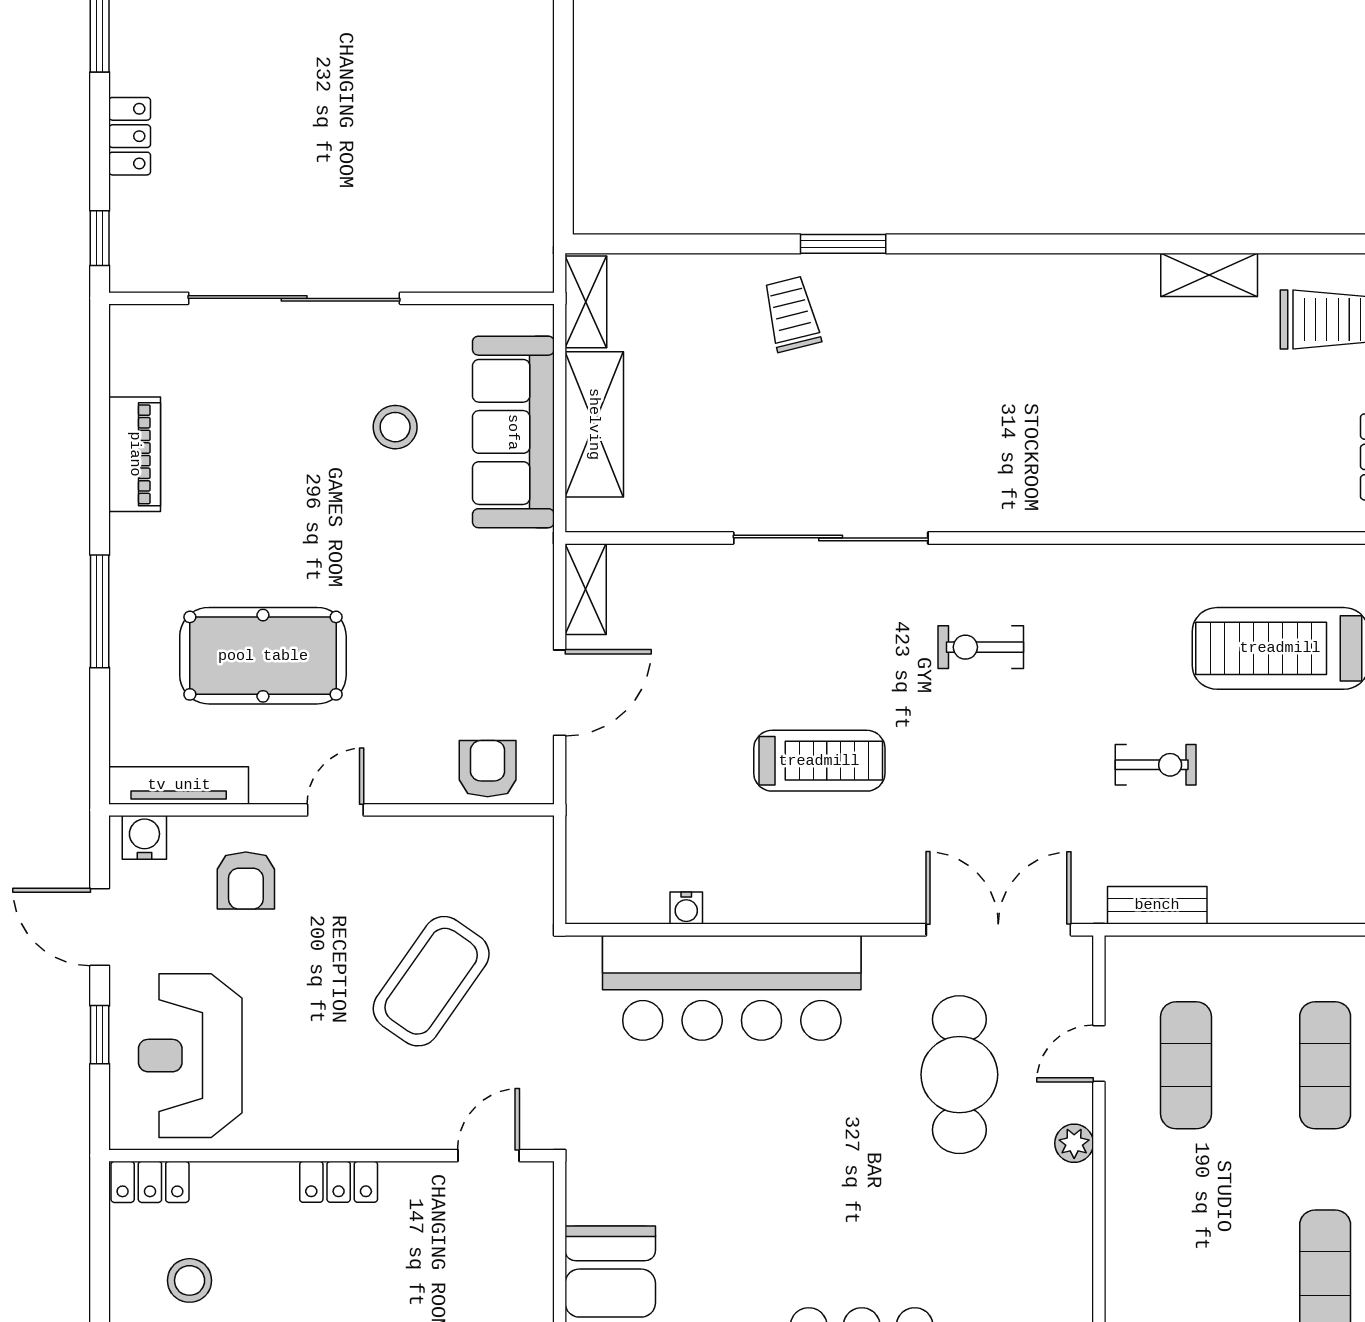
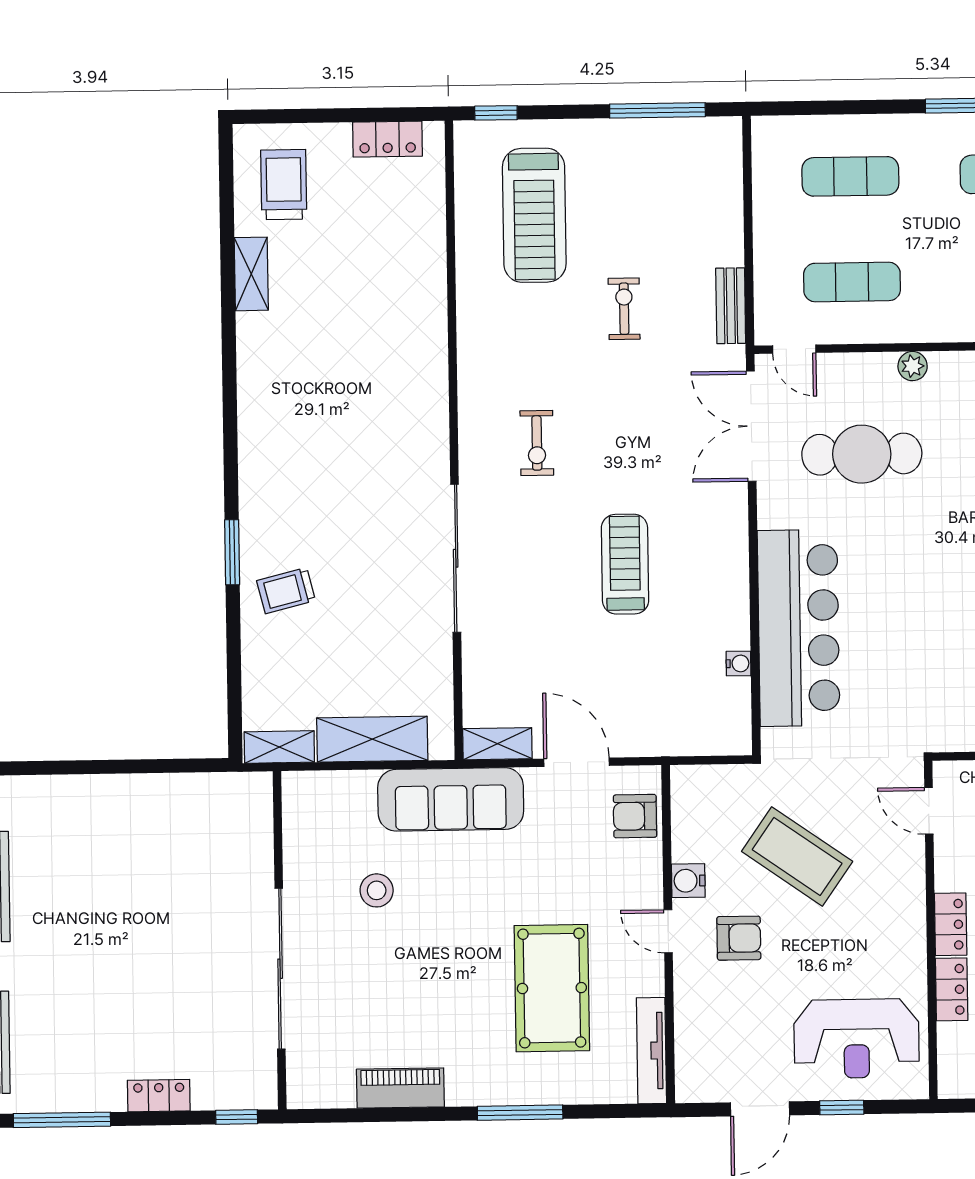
sofa: (513, 432) -> (451, 799), moved
water cooler: (144, 837) -> (688, 881), moved
armchair: (246, 881) -> (739, 938), moved
door: (1099, 1054) -> (794, 349), moved
locker: (150, 1182) -> (952, 989), moved

